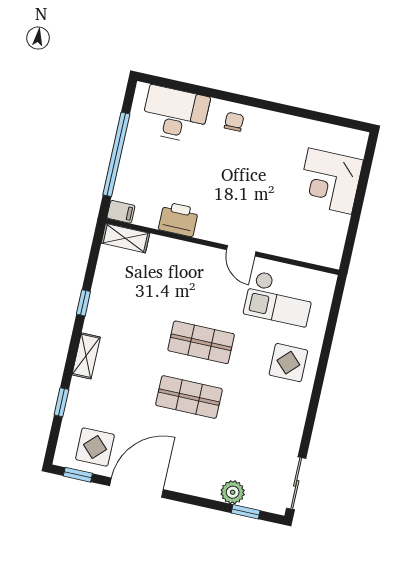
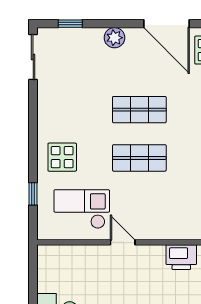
window: (331, 328) -> (33, 194), added
door: (137, 488) -> (167, 24), hinge flipped
plant: (233, 492) -> (114, 38), moved

